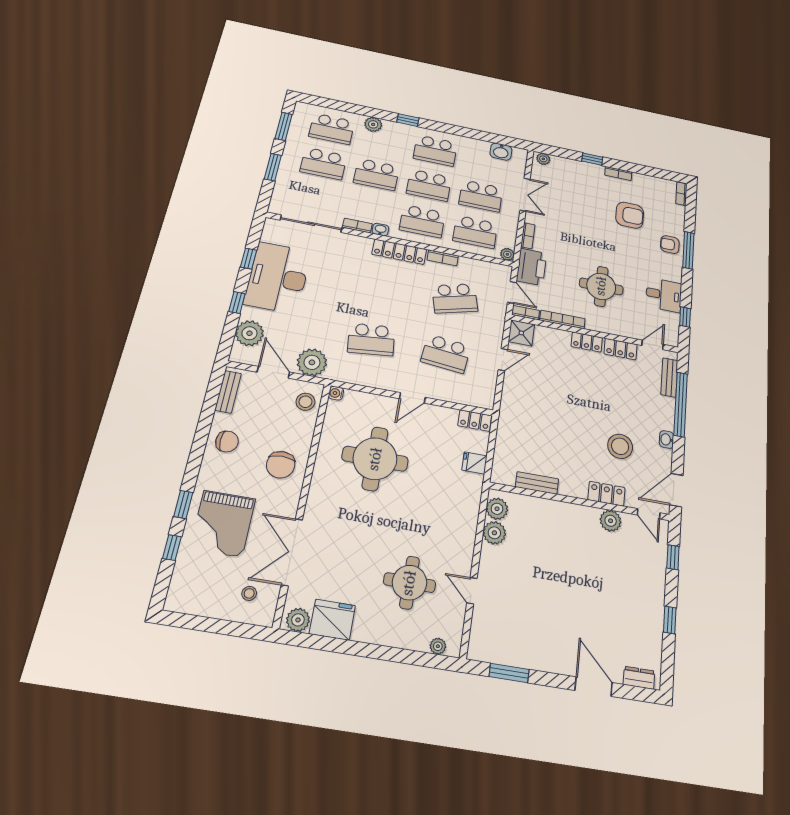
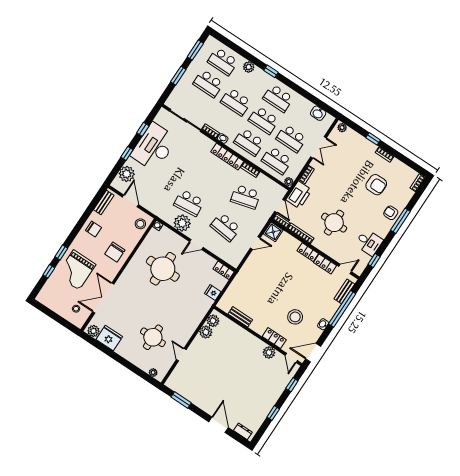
plant: (312, 362) -> (182, 223), moved

